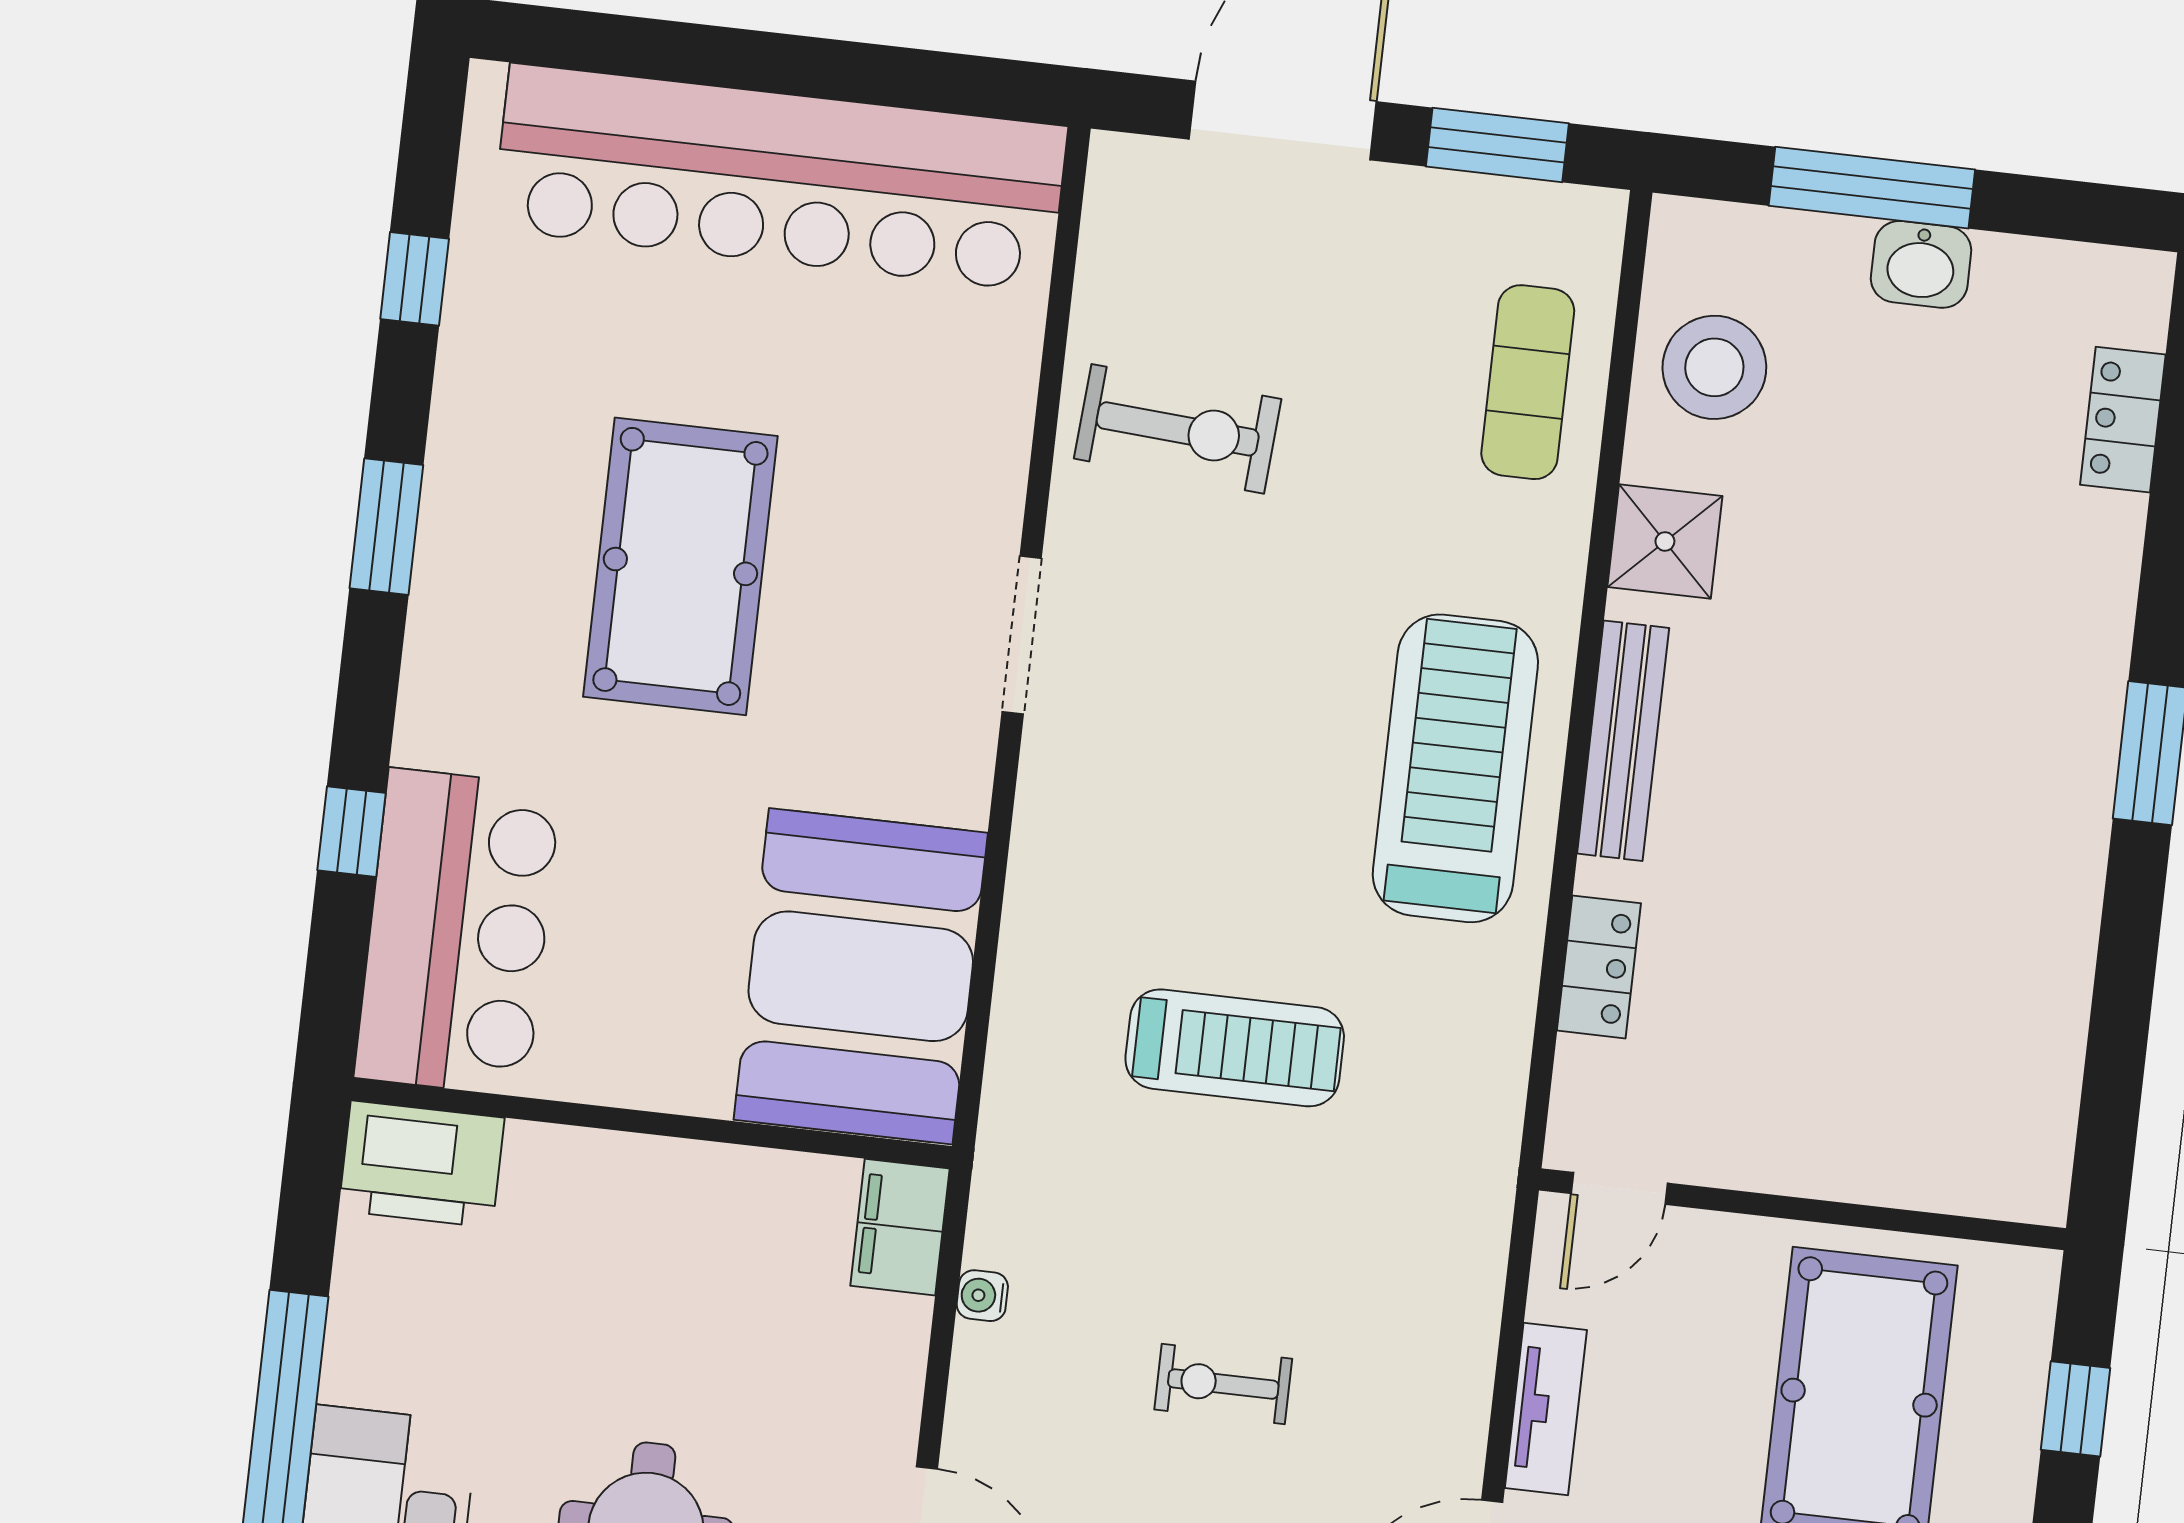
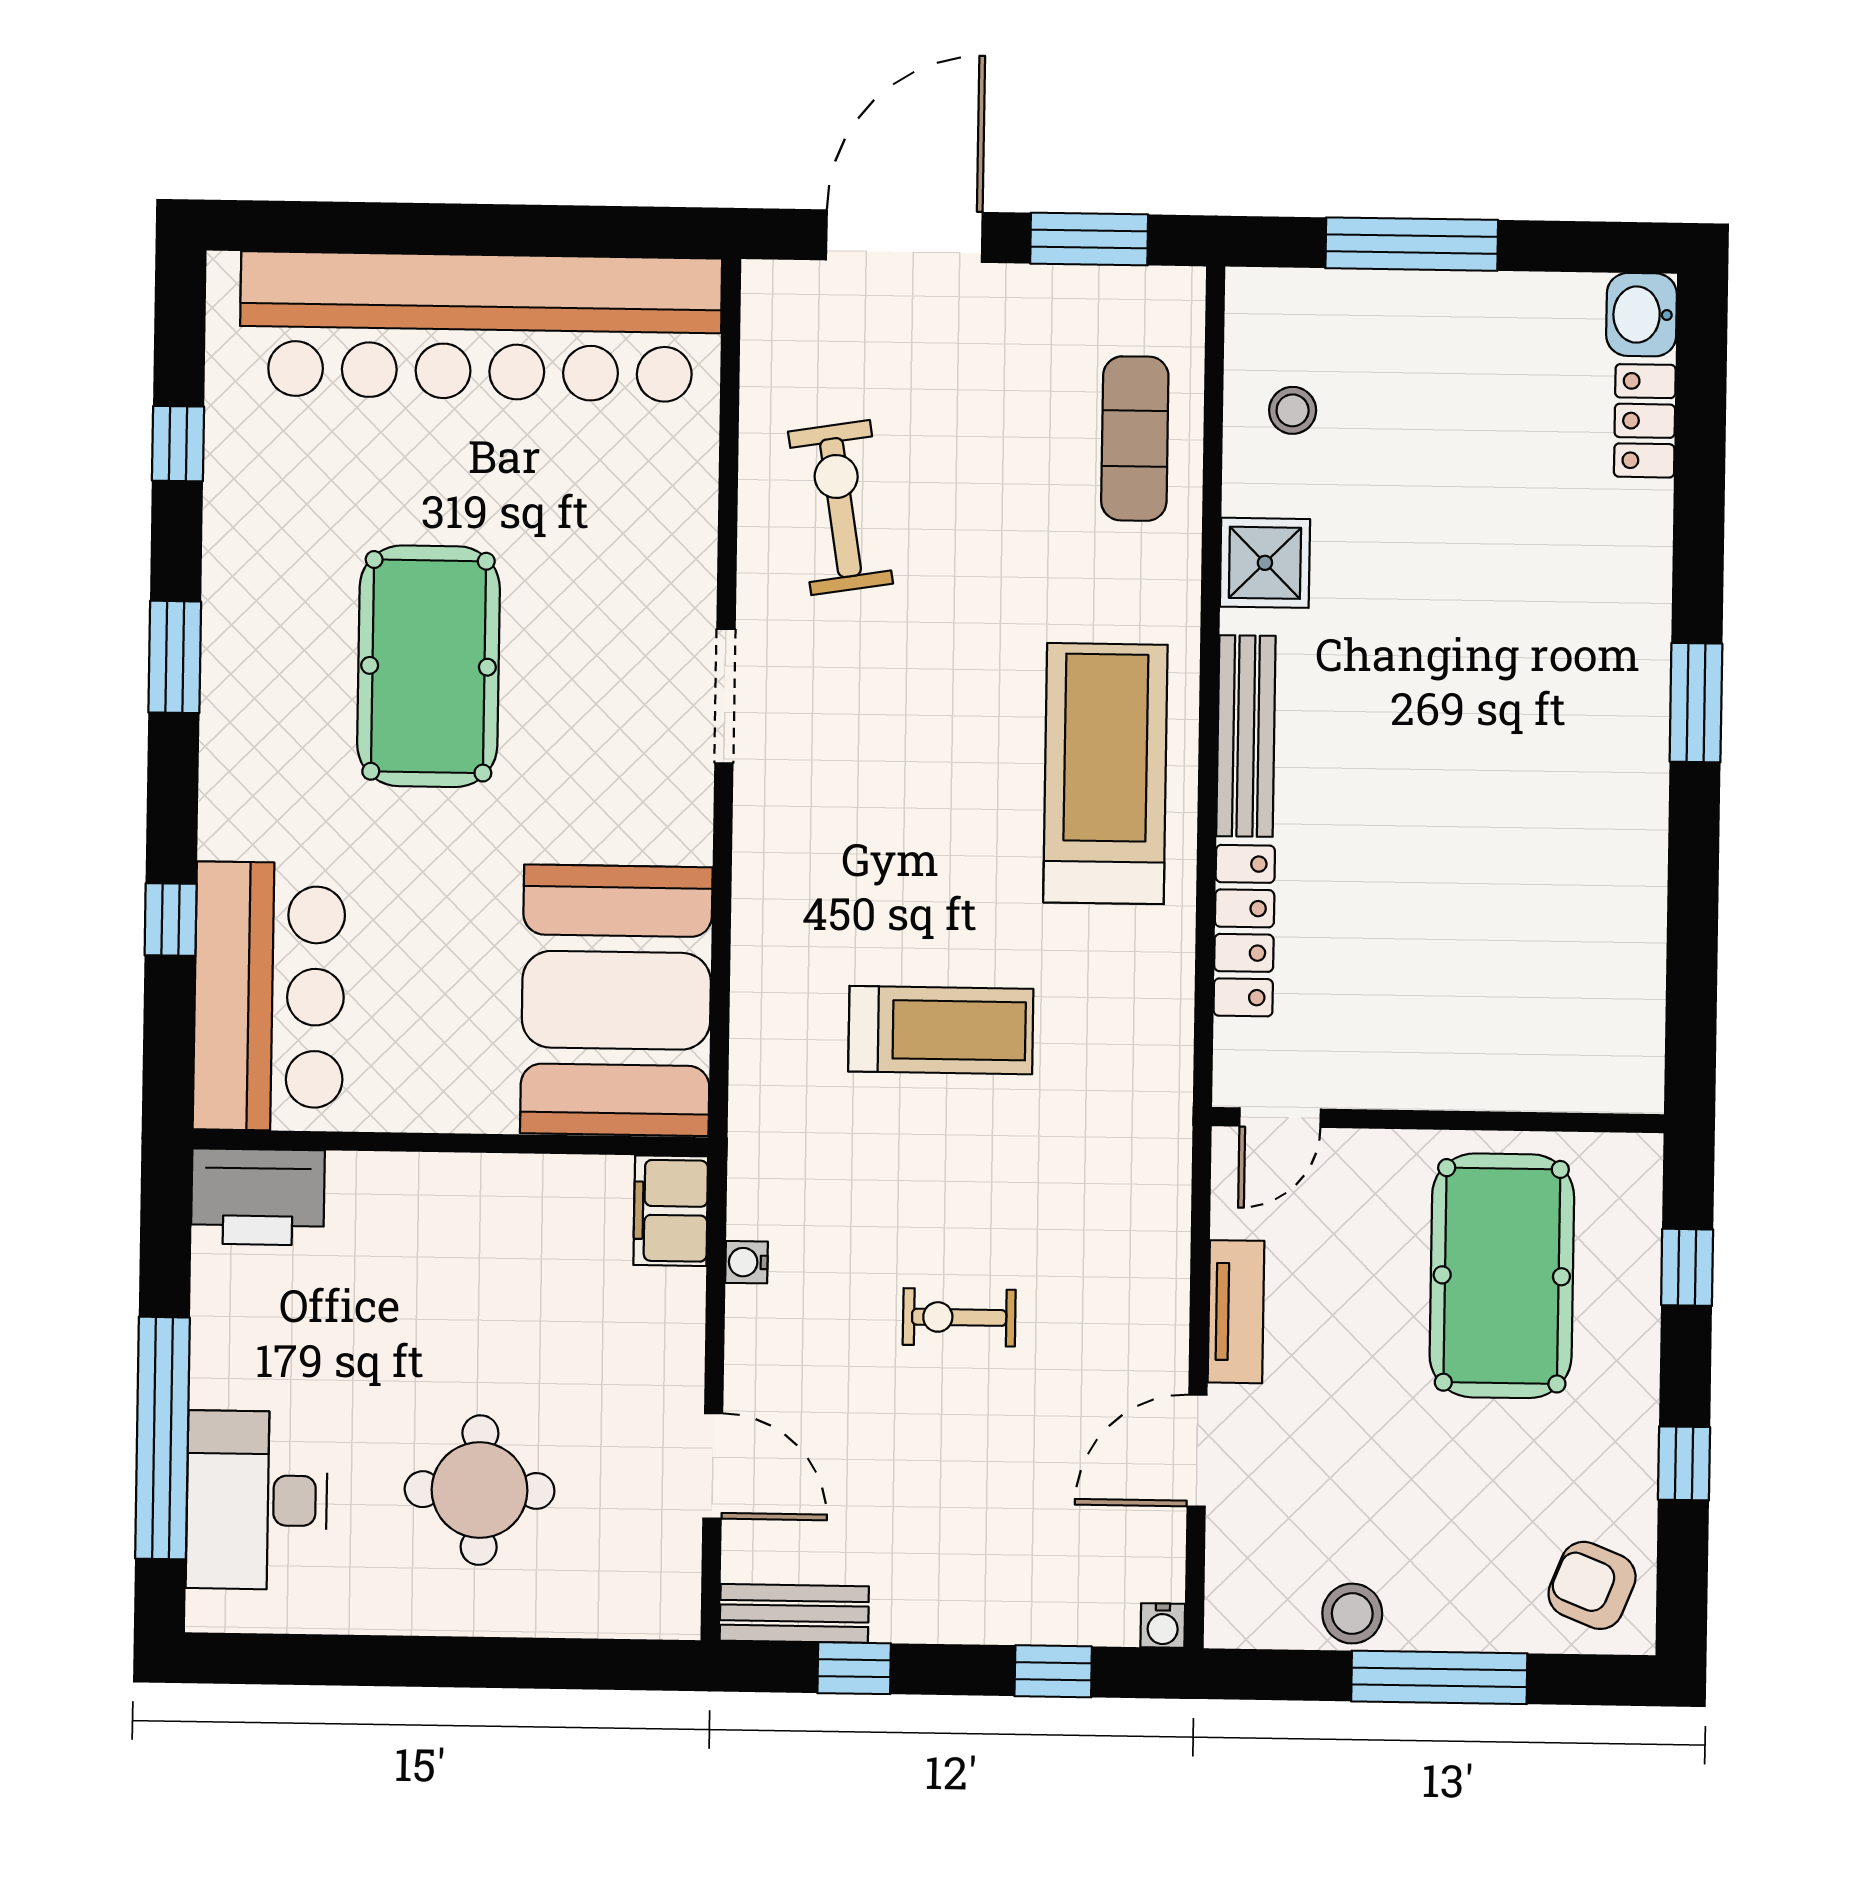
washbasin: (1921, 264) -> (1641, 315), moved, turned 90
stool: (1714, 367) -> (1293, 410), width x0.53, depth x0.53
exercise bike: (1178, 429) -> (841, 508), turned -103
locker: (1599, 967) -> (1244, 931), width x1.53

